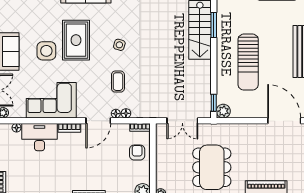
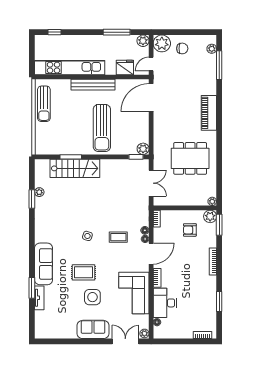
rug: (76, 40) -> (84, 272), width x0.73, depth x0.70
sun lounger: (248, 62) -> (102, 128), turned 90
door: (98, 121) -> (151, 254), hinge flipped
armchair: (137, 153) -> (190, 230), moved

